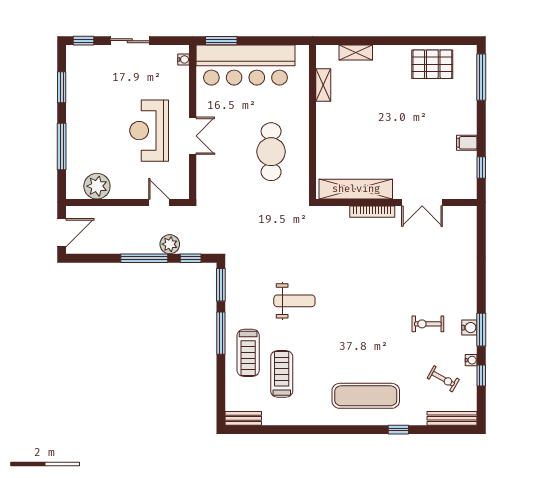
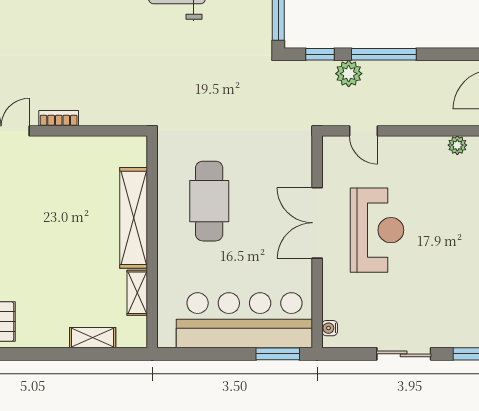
double door: (193, 136) -> (317, 223), width x1.37
plant: (97, 186) -> (457, 145), width x0.53, depth x0.53
shelving: (356, 189) -> (134, 218), moved, turned 90
bookcase: (372, 212) -> (59, 118), width x0.64

